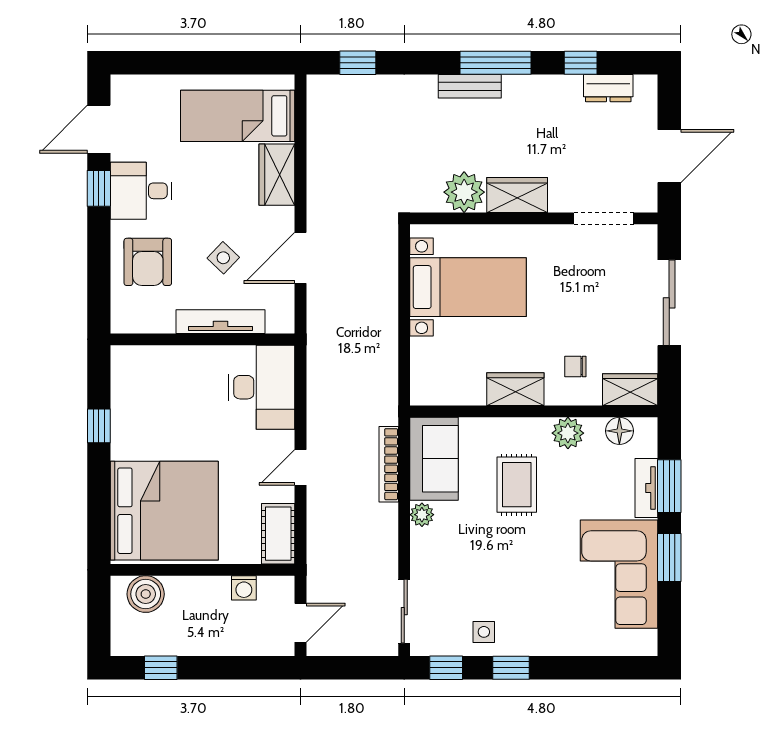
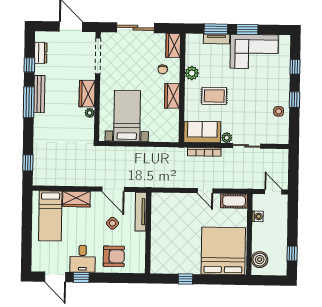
bench: (470, 86) -> (39, 94), moved, width x1.36
plant: (464, 192) -> (90, 113), width x0.53, depth x0.53
doorway: (604, 218) -> (98, 56), width x1.36
tv unit: (220, 322) -> (141, 212), moved
desk: (262, 387) -> (170, 207), removed
floor lamp: (619, 431) -> (191, 50), removed
sliding door: (404, 611) -> (247, 146), moved
window: (446, 668) -> (295, 67), moved

